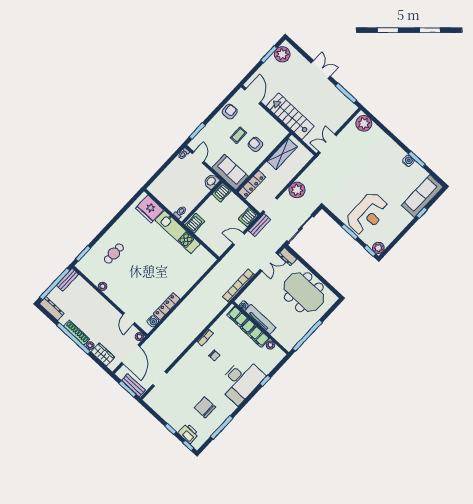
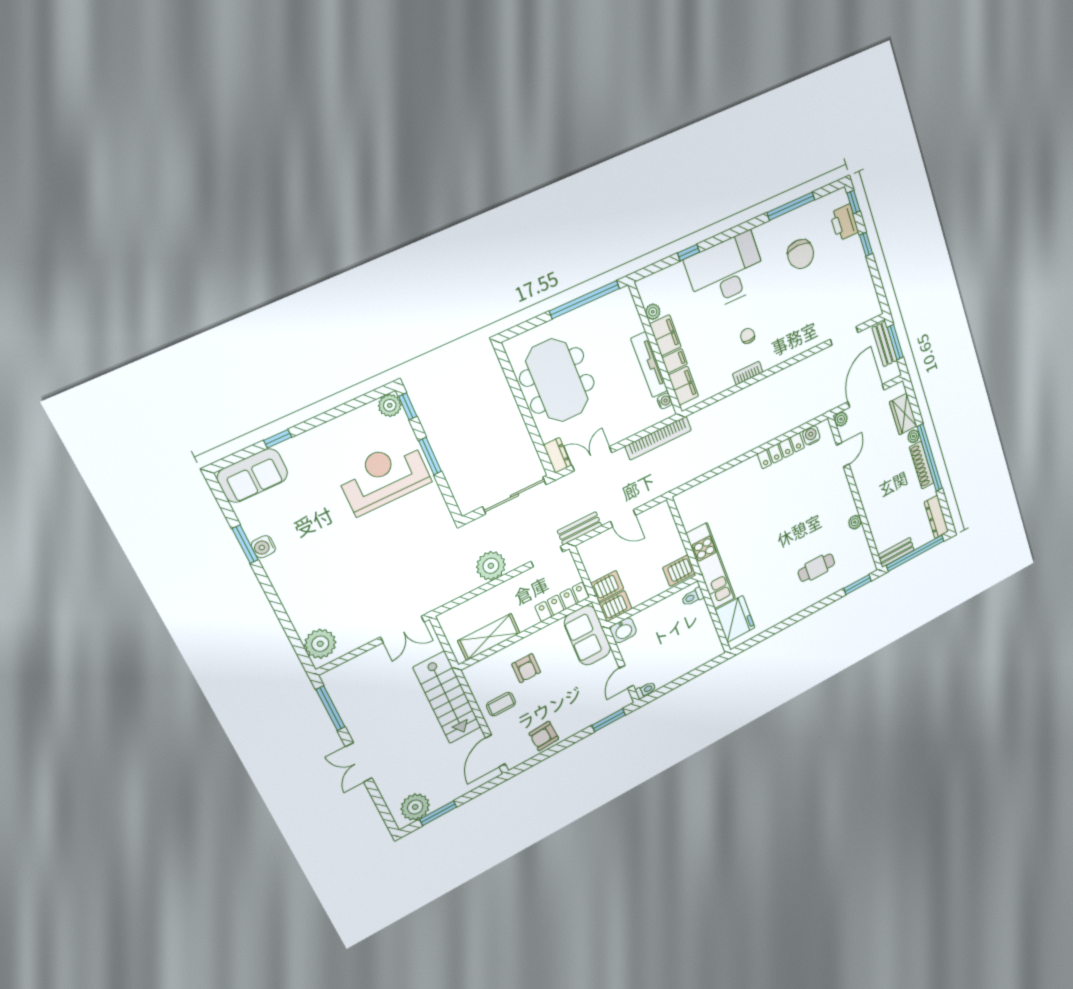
coffee table: (238, 135) -> (501, 704), moved
sofa: (422, 196) -> (252, 475), width x0.73
server rack: (248, 217) -> (607, 586), moved

